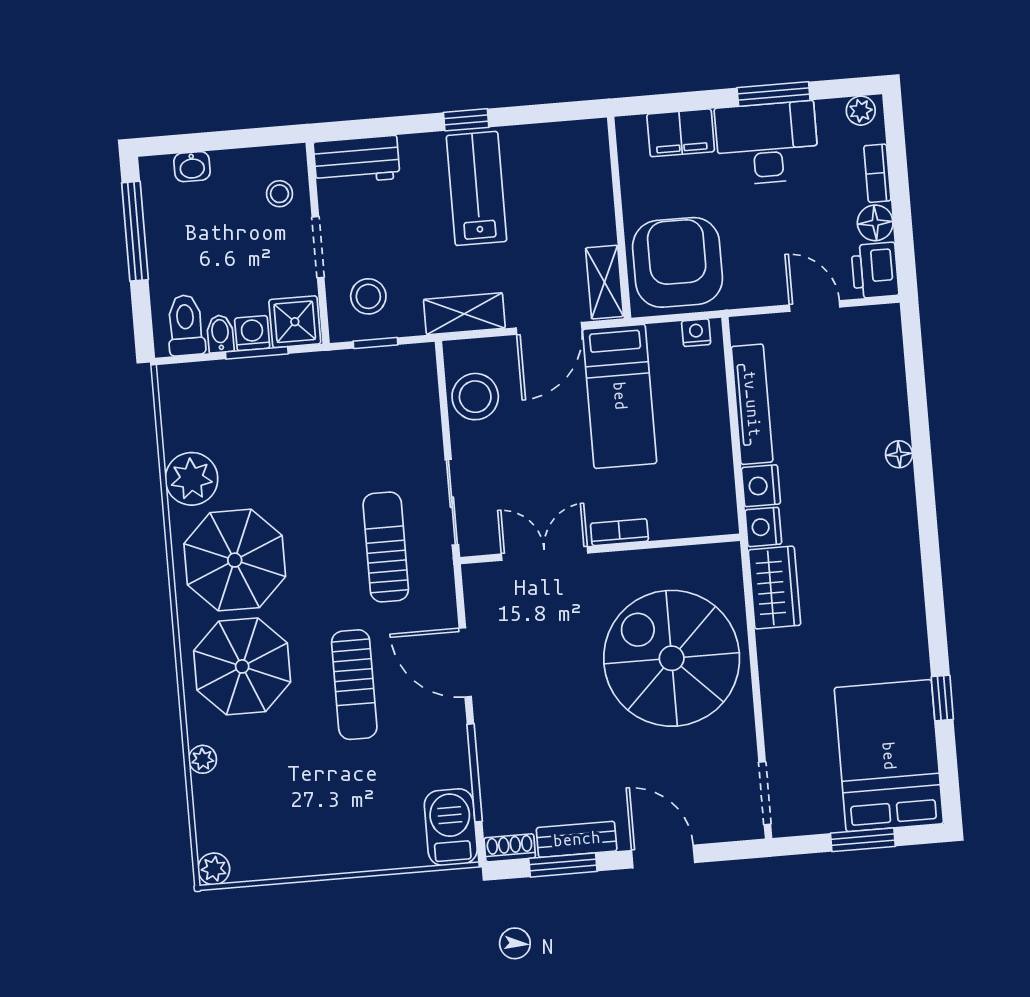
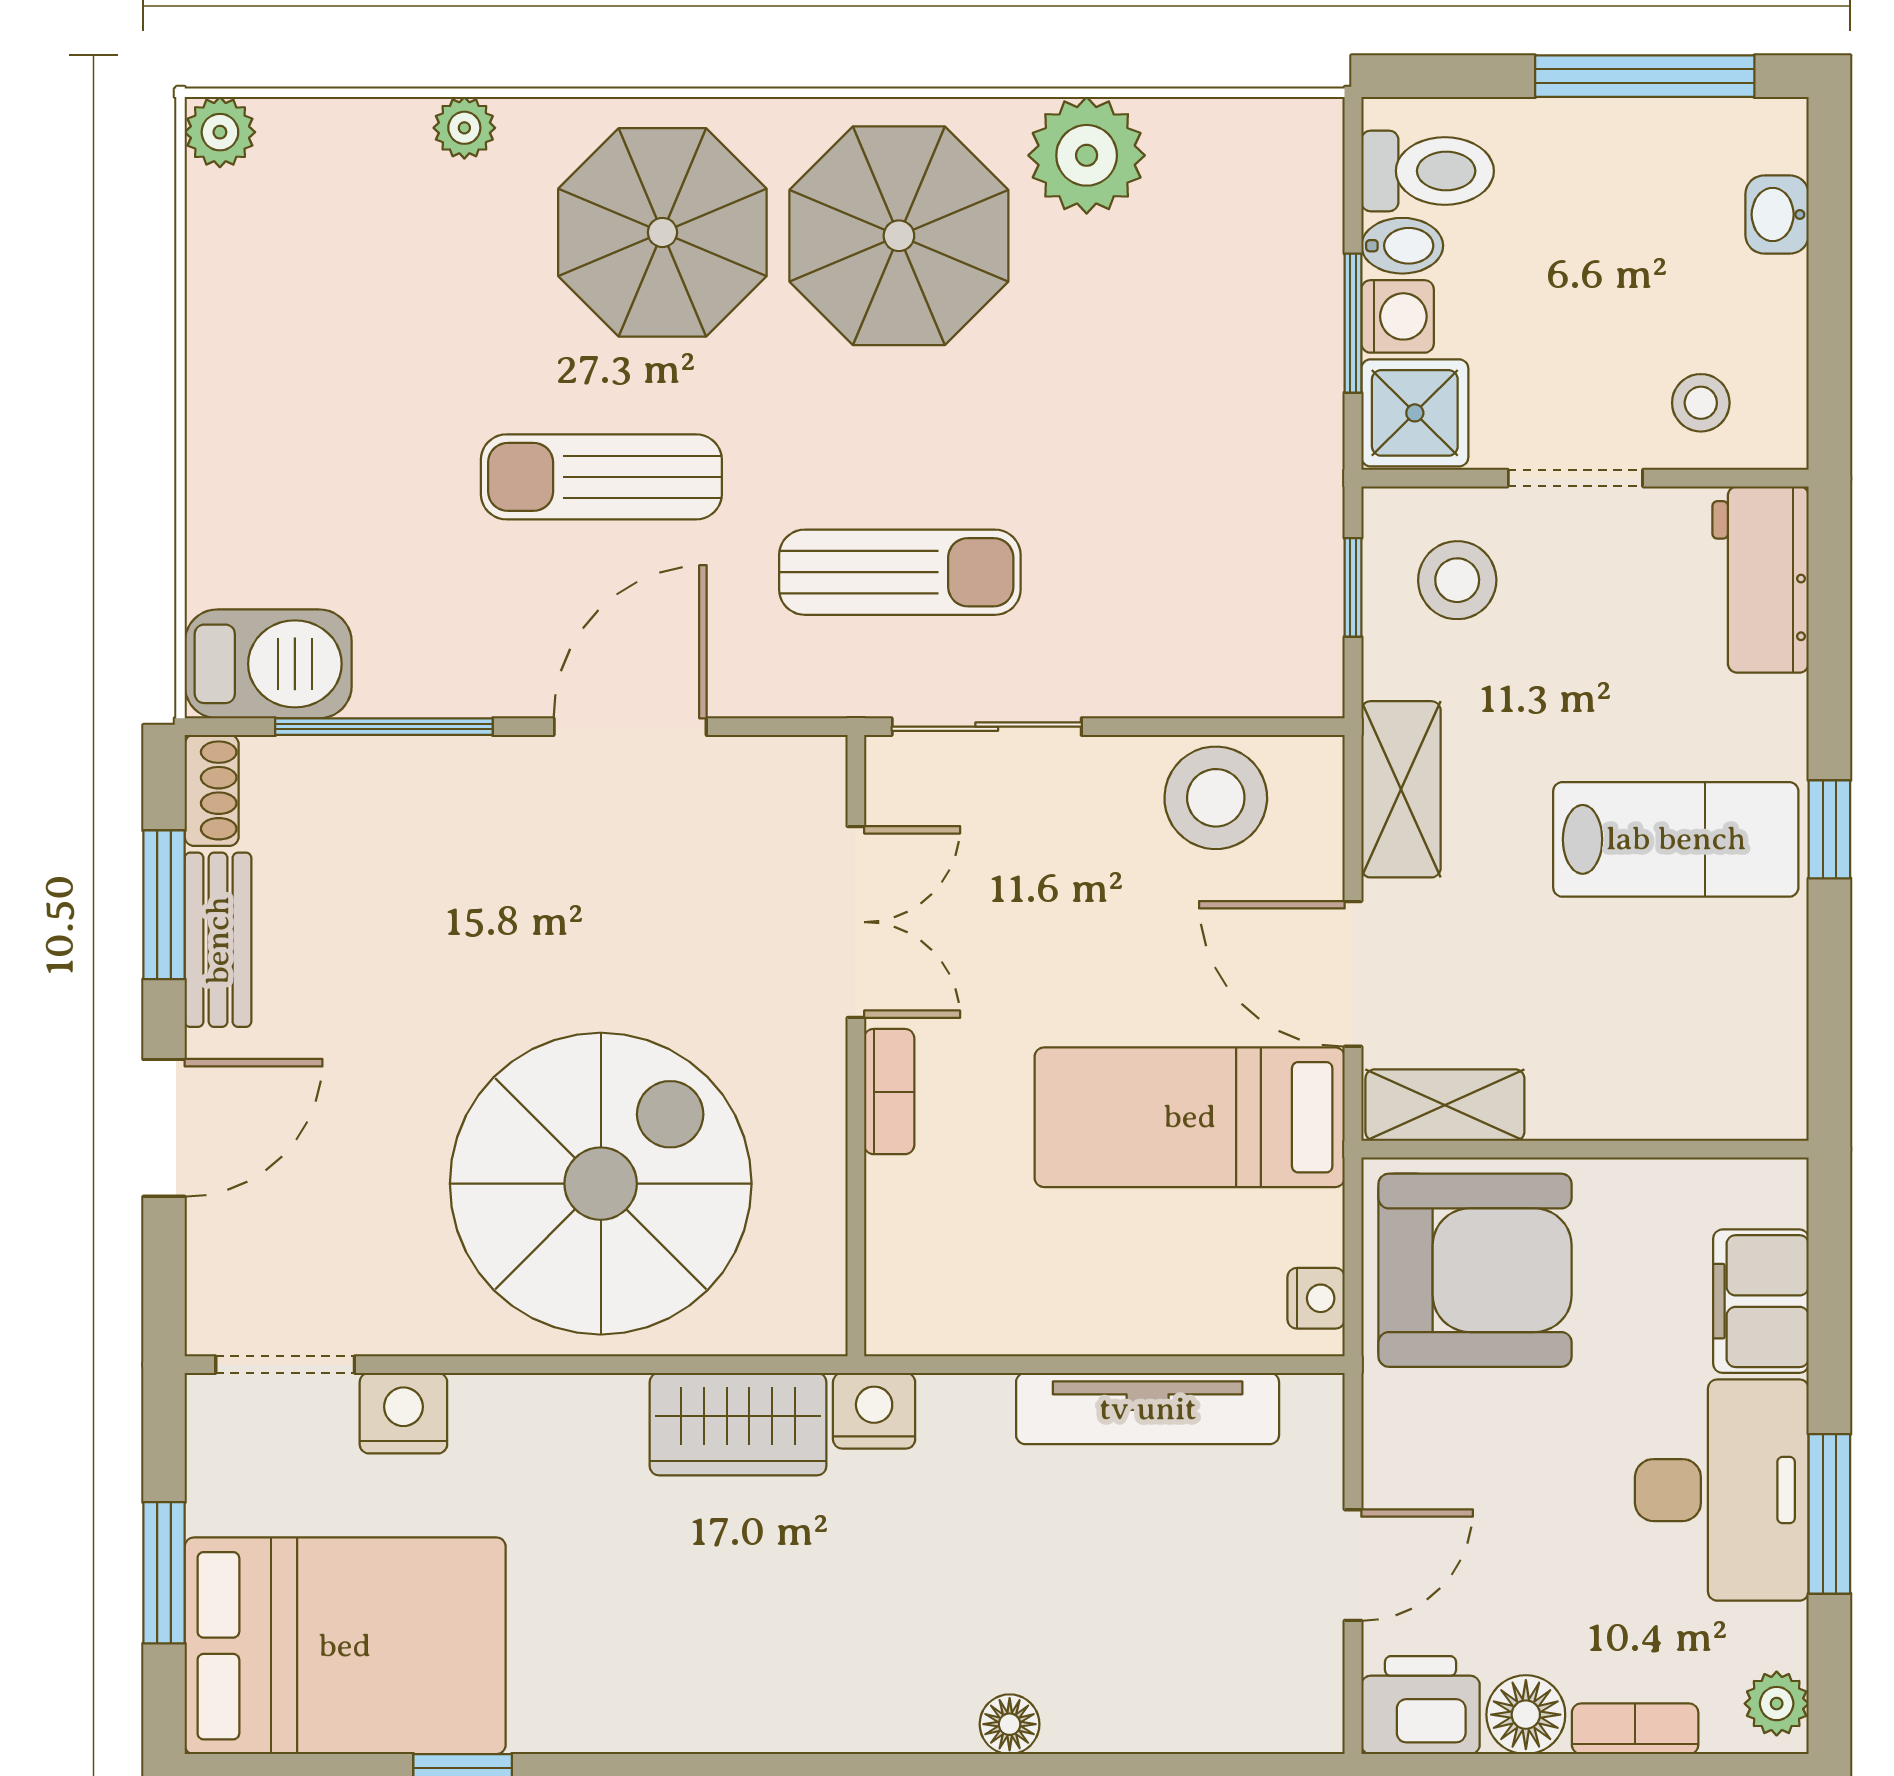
nightstand: (761, 486) -> (403, 1413), moved

